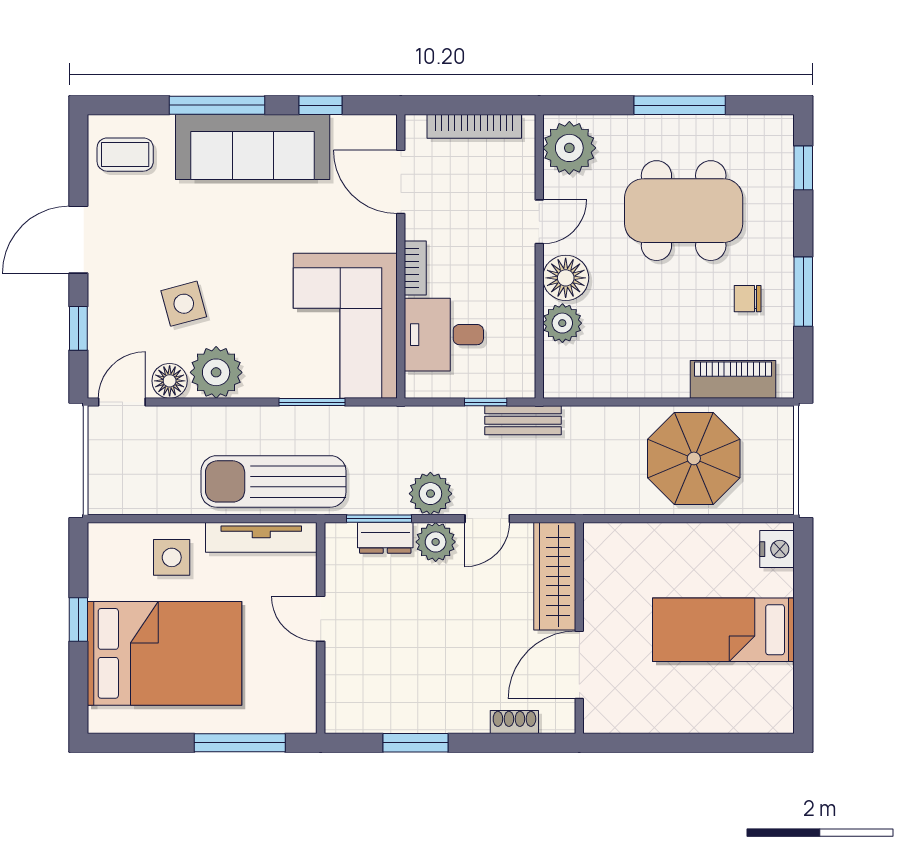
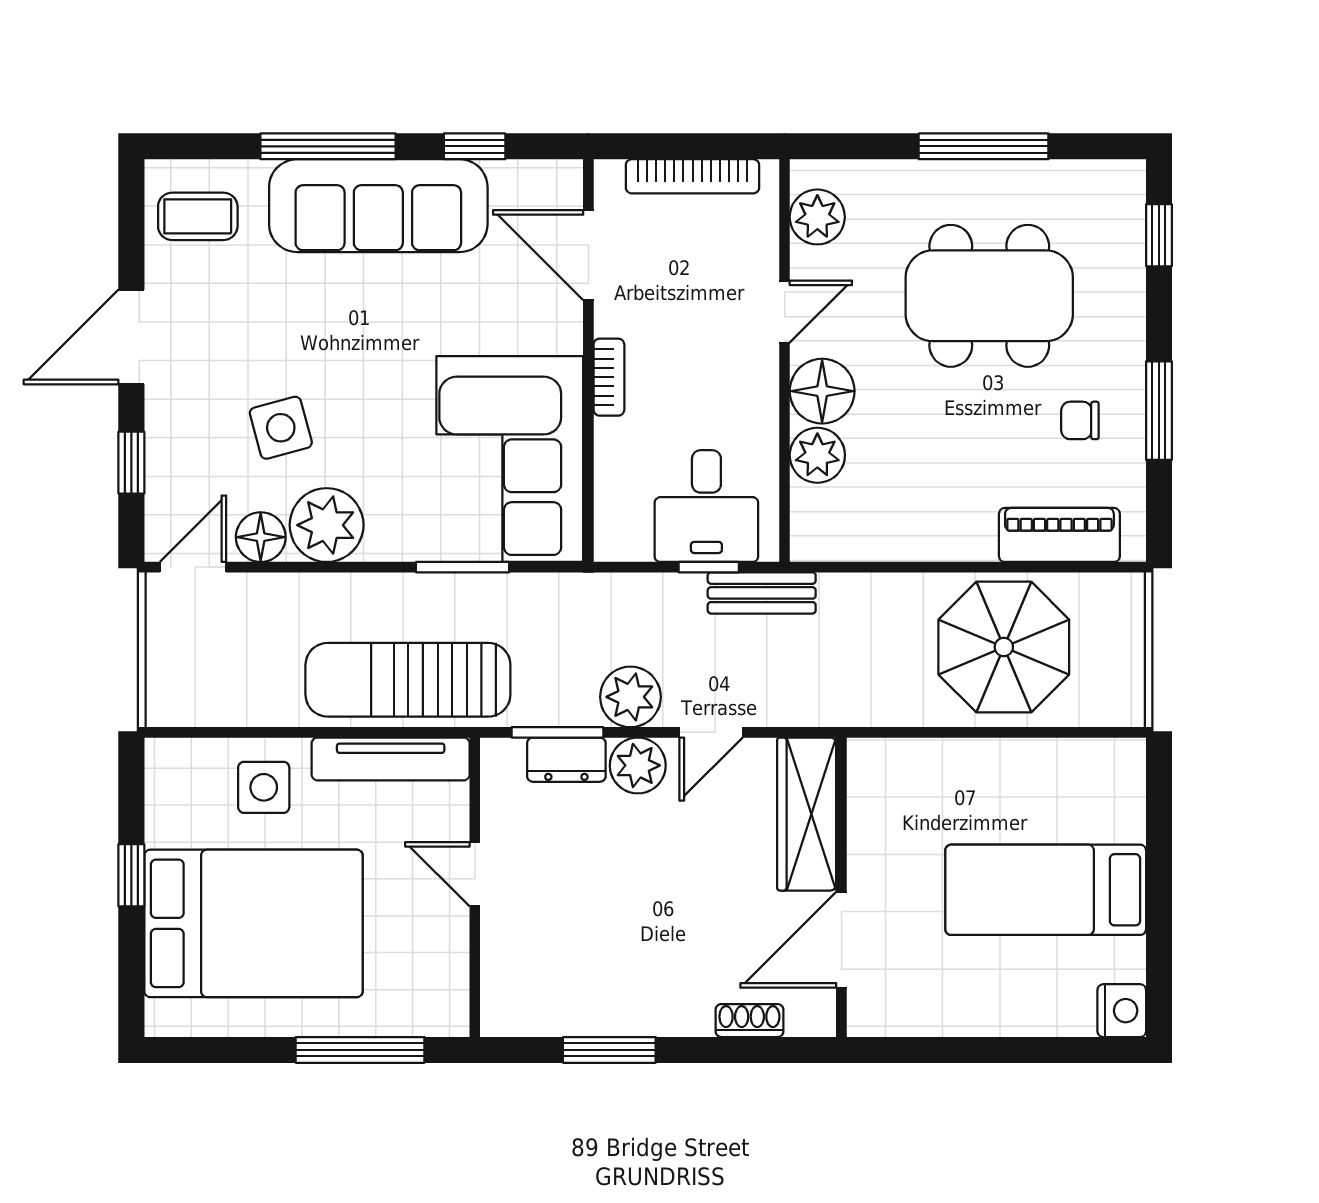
plant: (569, 148) -> (817, 217), width x0.73, depth x0.73
desk: (444, 335) -> (706, 506), moved, turned -90
nightstand: (777, 549) -> (1122, 1011), moved

